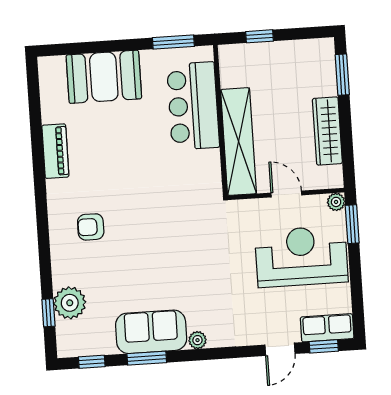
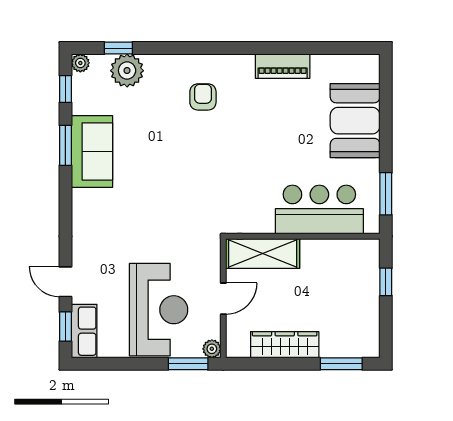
shelving: (239, 142) -> (263, 253), width x0.68
plant: (197, 340) -> (80, 63), moved

